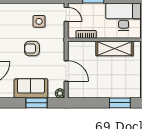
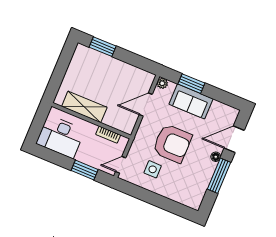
door: (66, 14) -> (121, 165), hinge flipped
armchair: (32, 49) -> (172, 143), width x1.88, depth x1.88
door: (66, 71) -> (146, 105), hinge flipped

